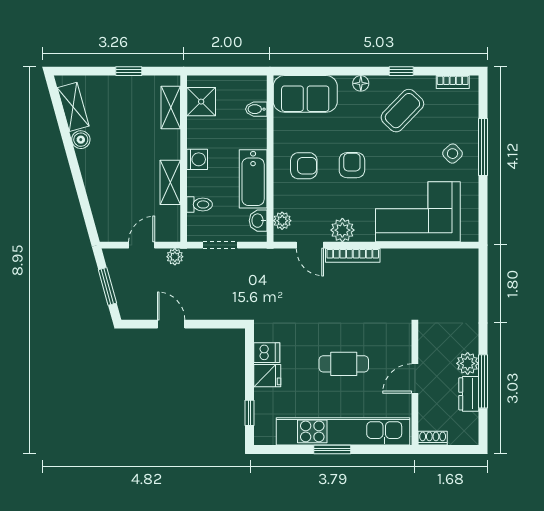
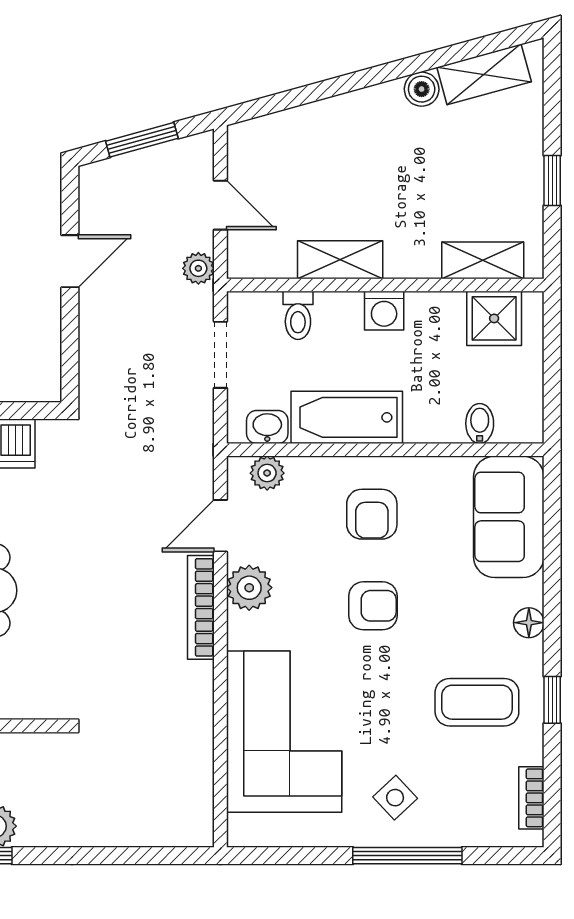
coffee table: (402, 111) -> (477, 702), turned -44

